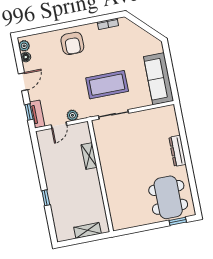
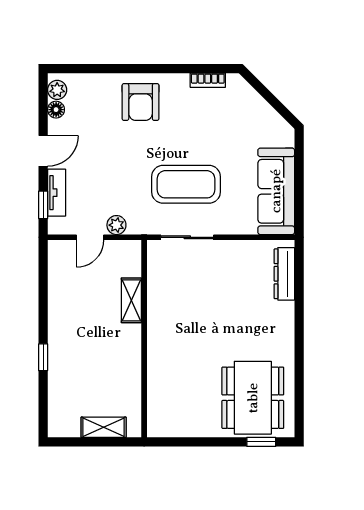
tv unit: (37, 114) -> (57, 193), moved
dresser: (177, 151) -> (284, 274), moved

